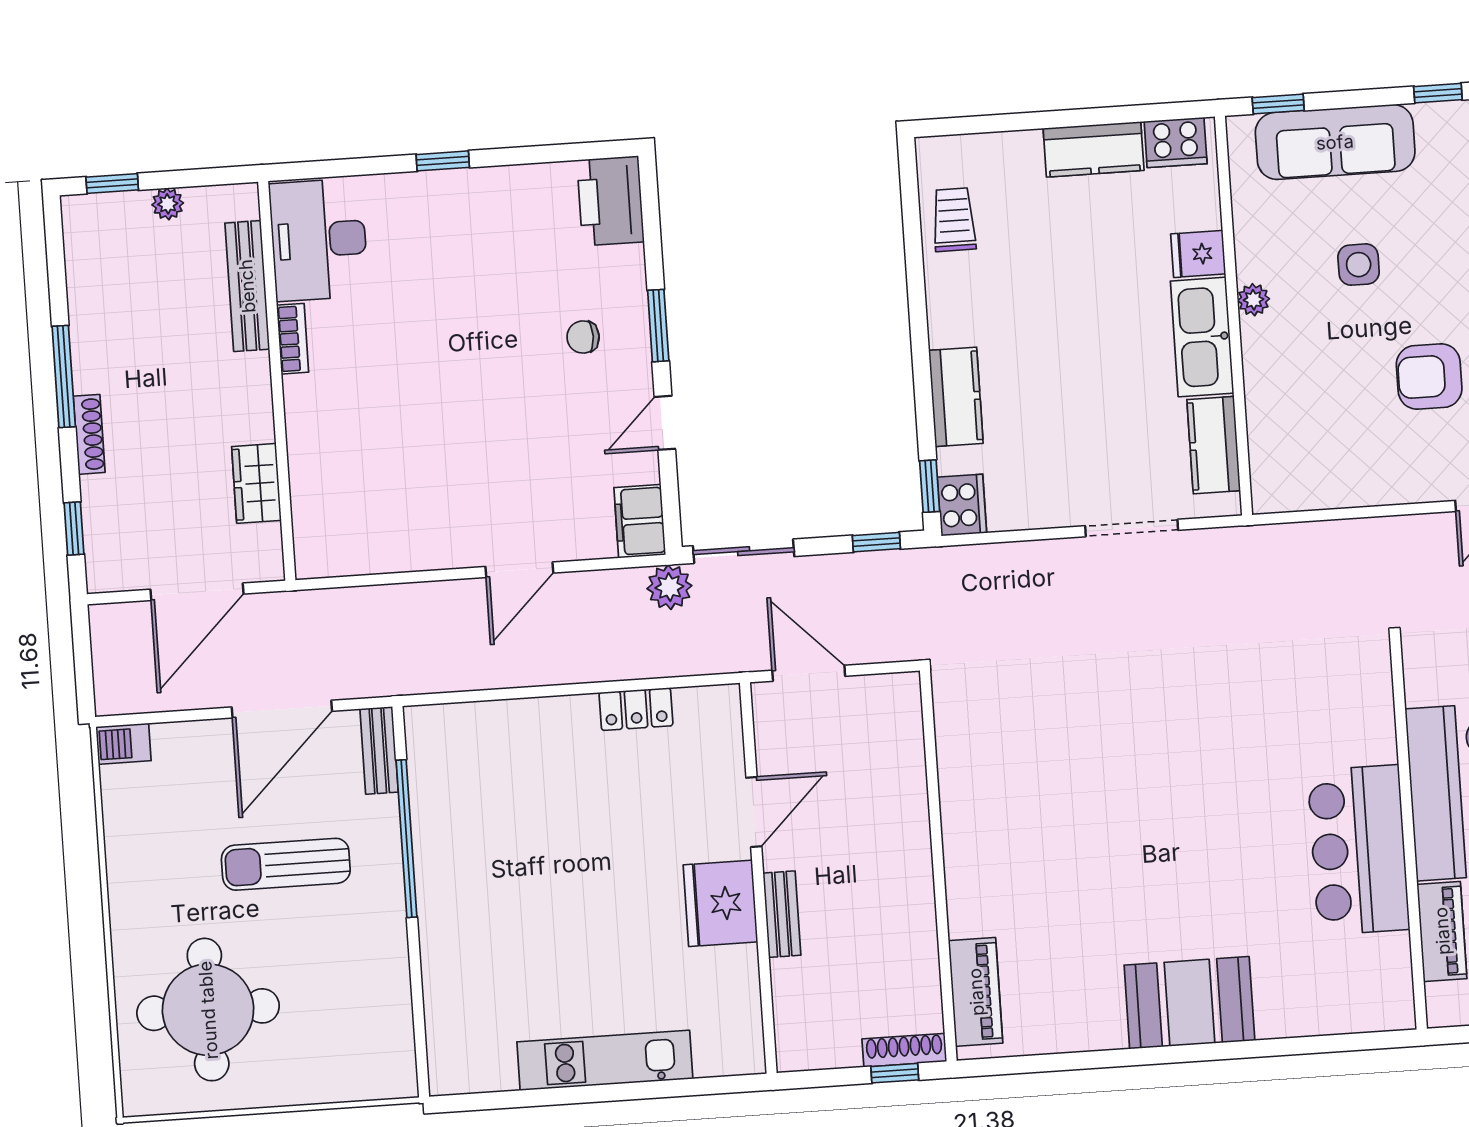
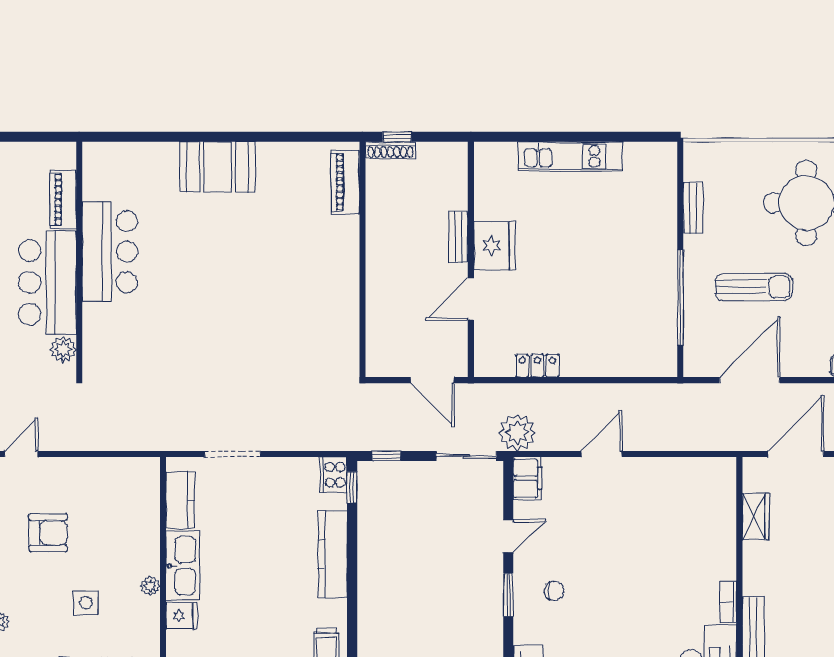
kitchen counter: (956, 397) -> (333, 554), width x1.50
plant: (669, 587) -> (517, 433), width x1.36, depth x1.36
plant: (1425, 682) -> (63, 349), added
bench: (379, 750) -> (693, 208), moved

